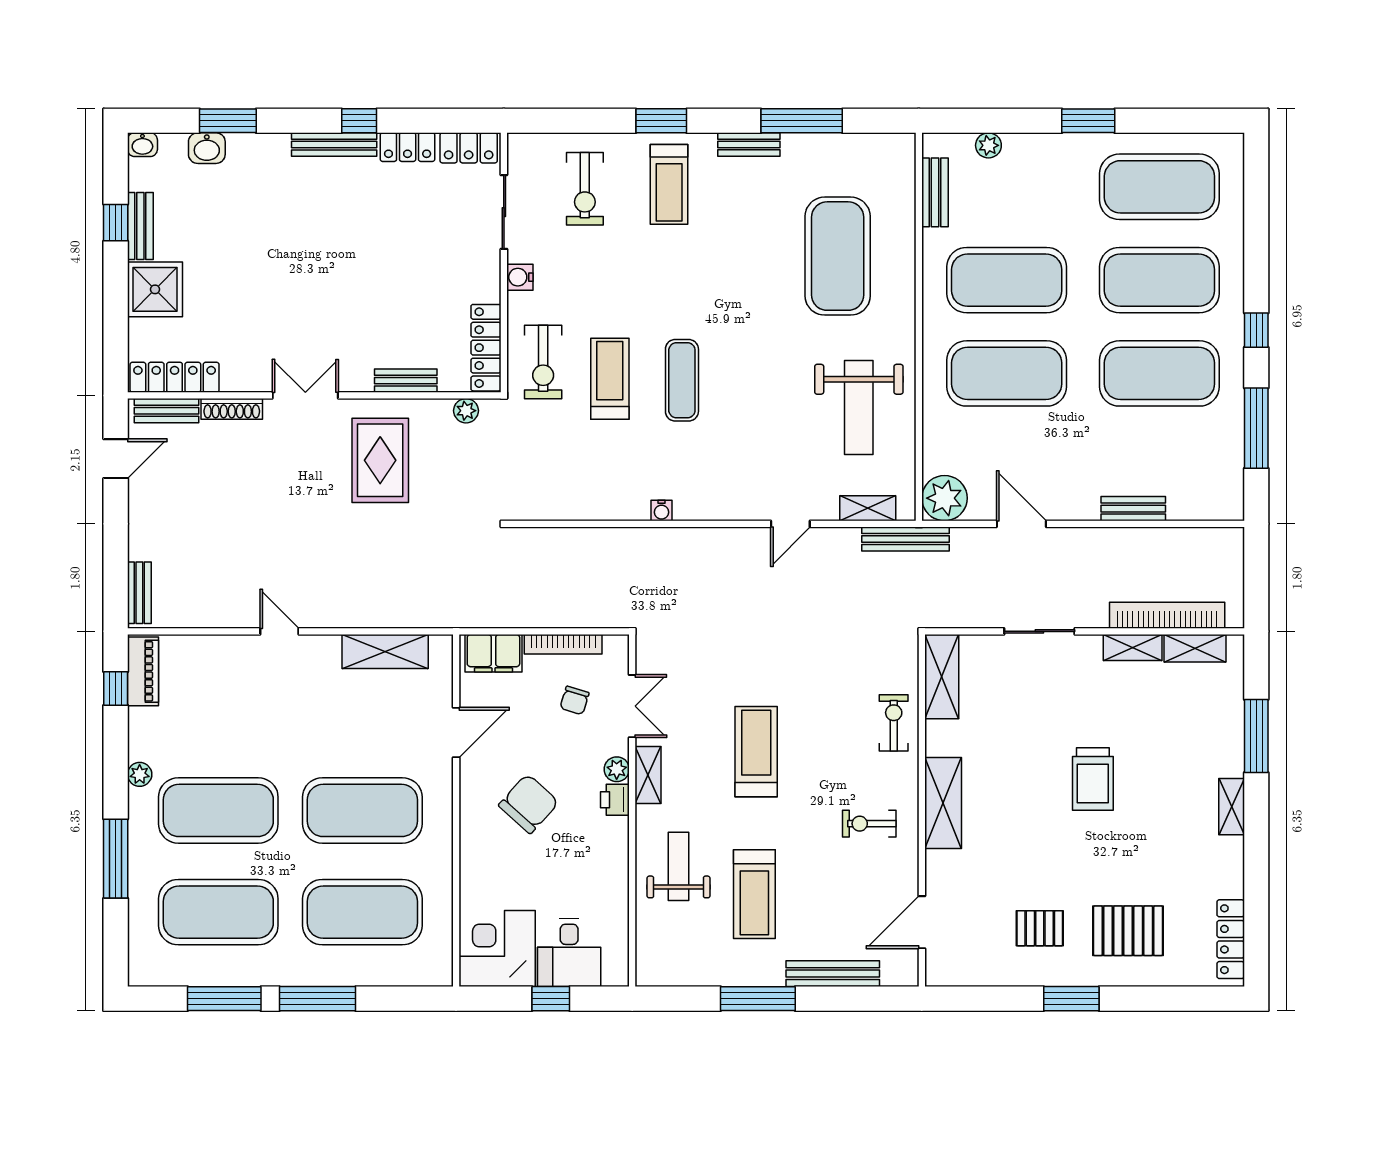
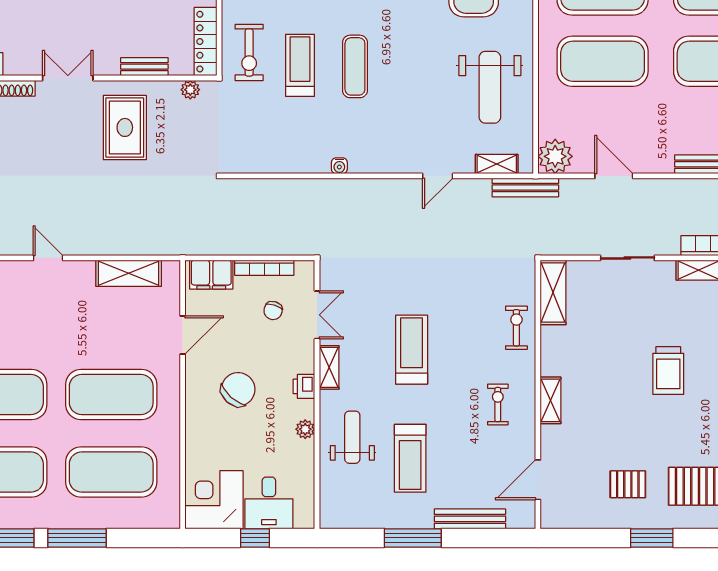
plant: (617, 769) -> (305, 429), moved
shelving: (943, 803) -> (551, 400), width x0.67, depth x0.75
exercise bike: (869, 824) -> (498, 405), turned 90

